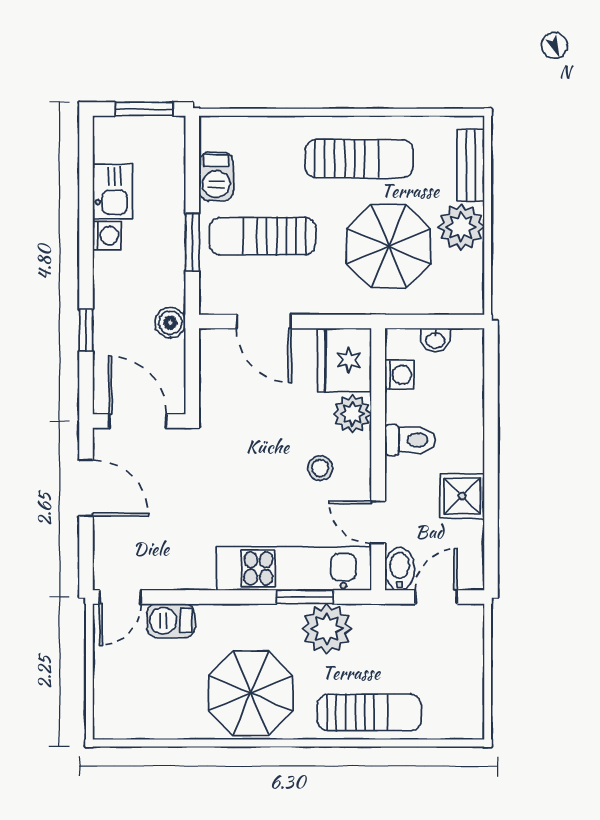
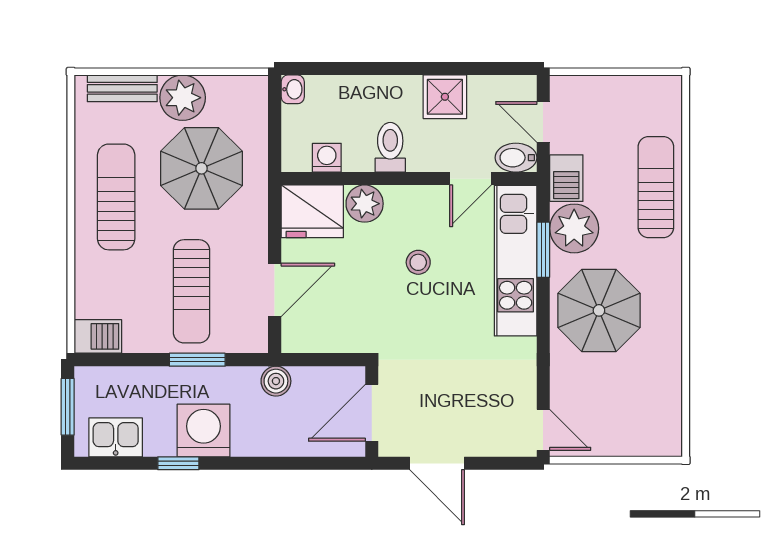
barbecue: (216, 176) -> (98, 336), moved
kitchen sink: (113, 191) -> (116, 437), moved
washing machine: (107, 236) -> (204, 430), width x1.89, depth x1.89
window: (86, 330) -> (178, 463), moved
washbasin: (435, 340) -> (293, 89), moved
stool: (320, 468) -> (418, 262), moved
door: (86, 488) -> (437, 463), swing flipped
barbecue: (171, 621) -> (566, 178), moved
parasol: (251, 693) -> (599, 310), moved

